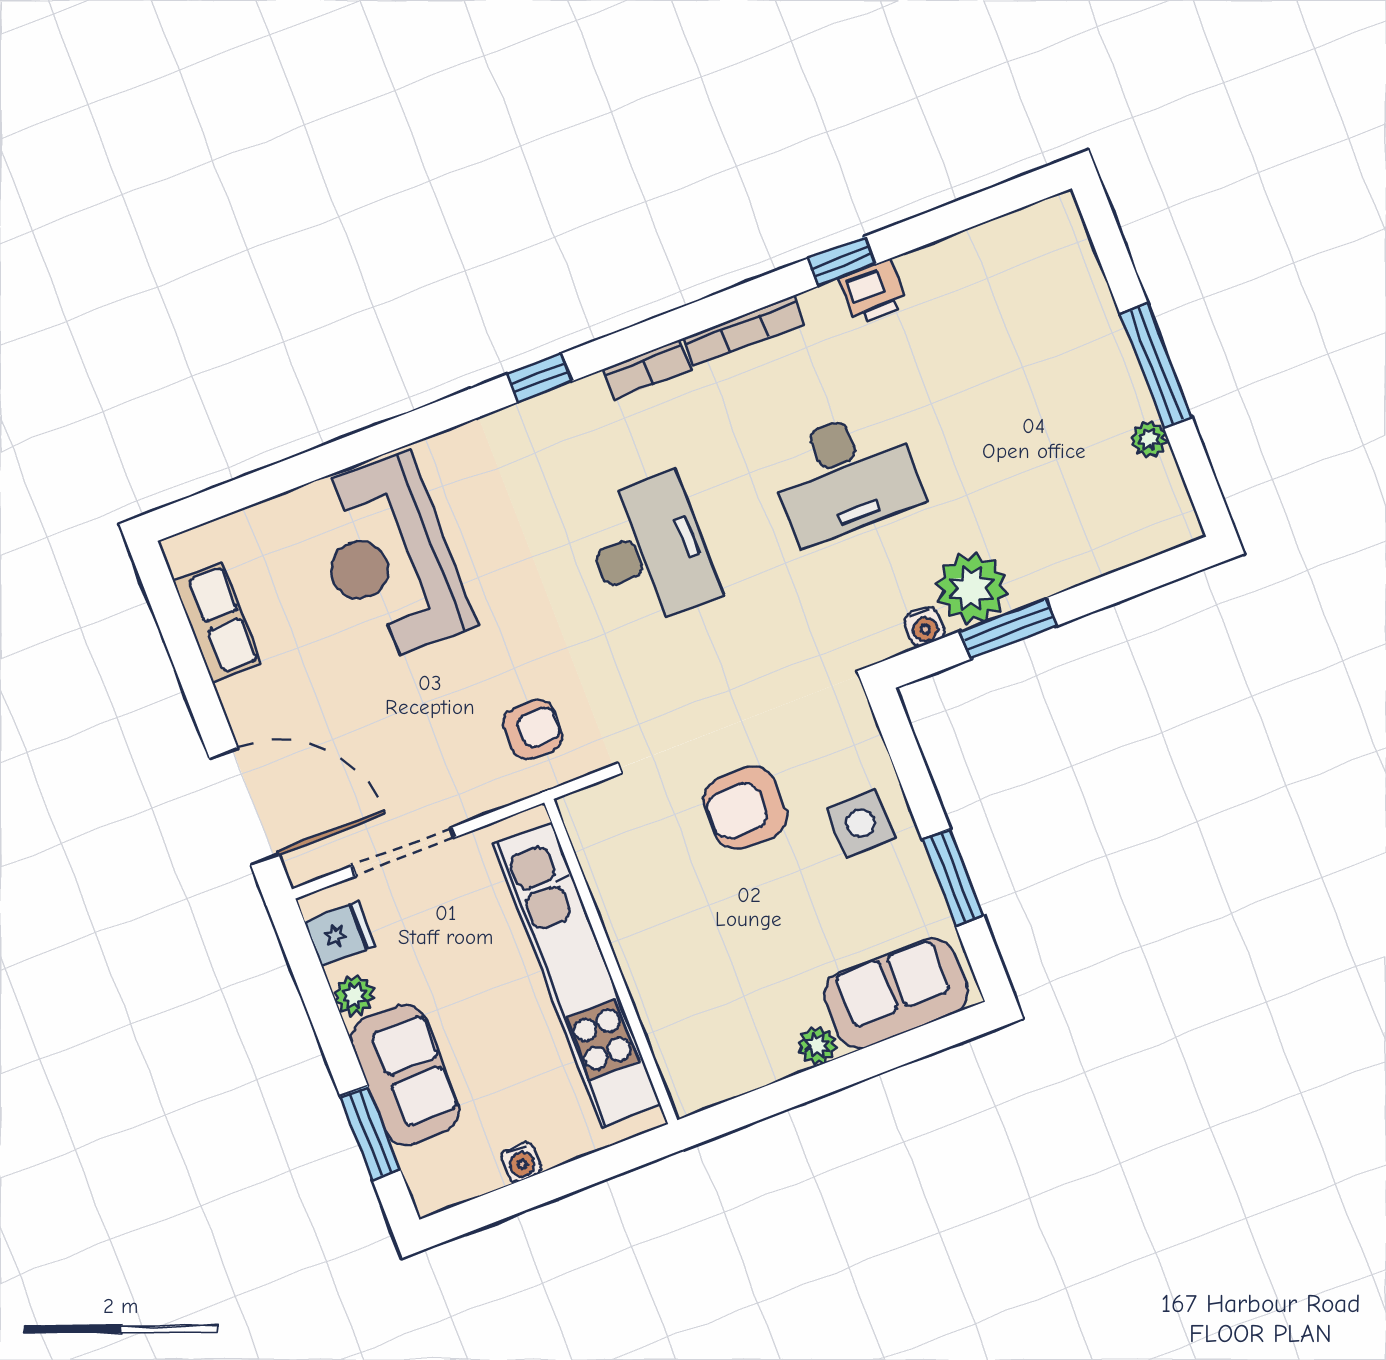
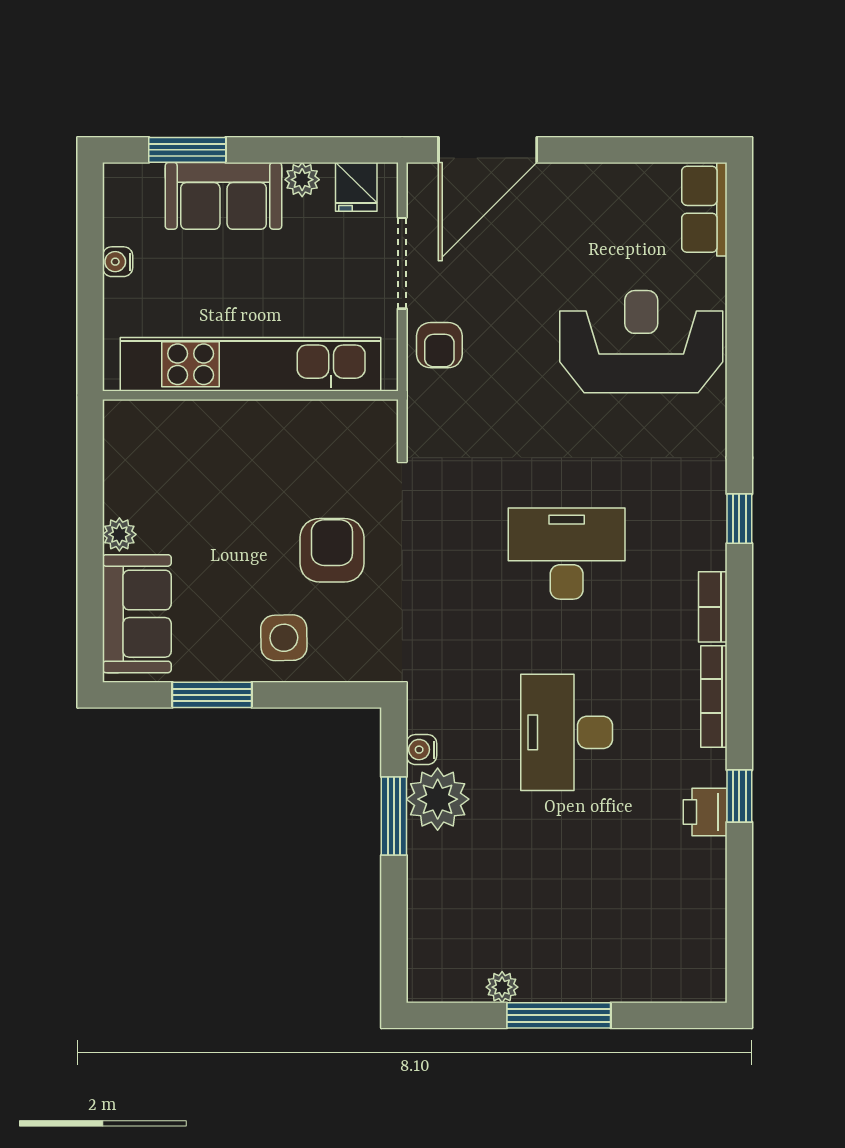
desk: (650, 551) -> (567, 554), turned 180
row of seats: (217, 622) -> (704, 209), moved, turned 90
armchair: (533, 730) -> (439, 345), moved

